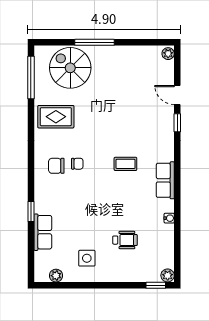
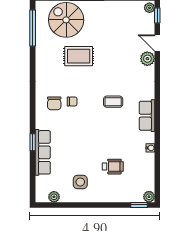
plant: (166, 113) -> (147, 59), added
rug: (56, 117) -> (79, 56), moved
window: (177, 123) -> (157, 16), moved
chair: (56, 166) -> (54, 103), turned -90
row of seats: (43, 232) -> (43, 152), width x1.48

